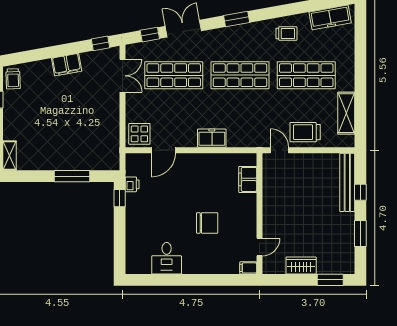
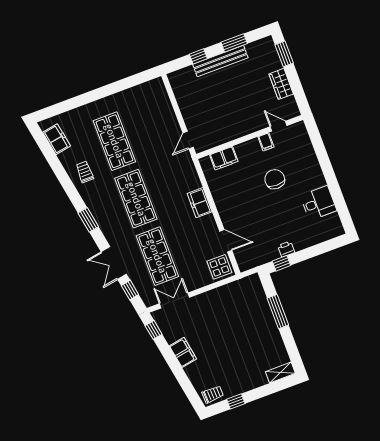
freezer: (330, 17) -> (57, 139), width x0.71
shelving: (346, 113) -> (134, 94), removed
trolley: (305, 132) -> (164, 124), removed
bench: (347, 182) -> (220, 61), moved
printer: (132, 184) -> (286, 249), moved
filing cabinet: (248, 268) -> (266, 142), moved

